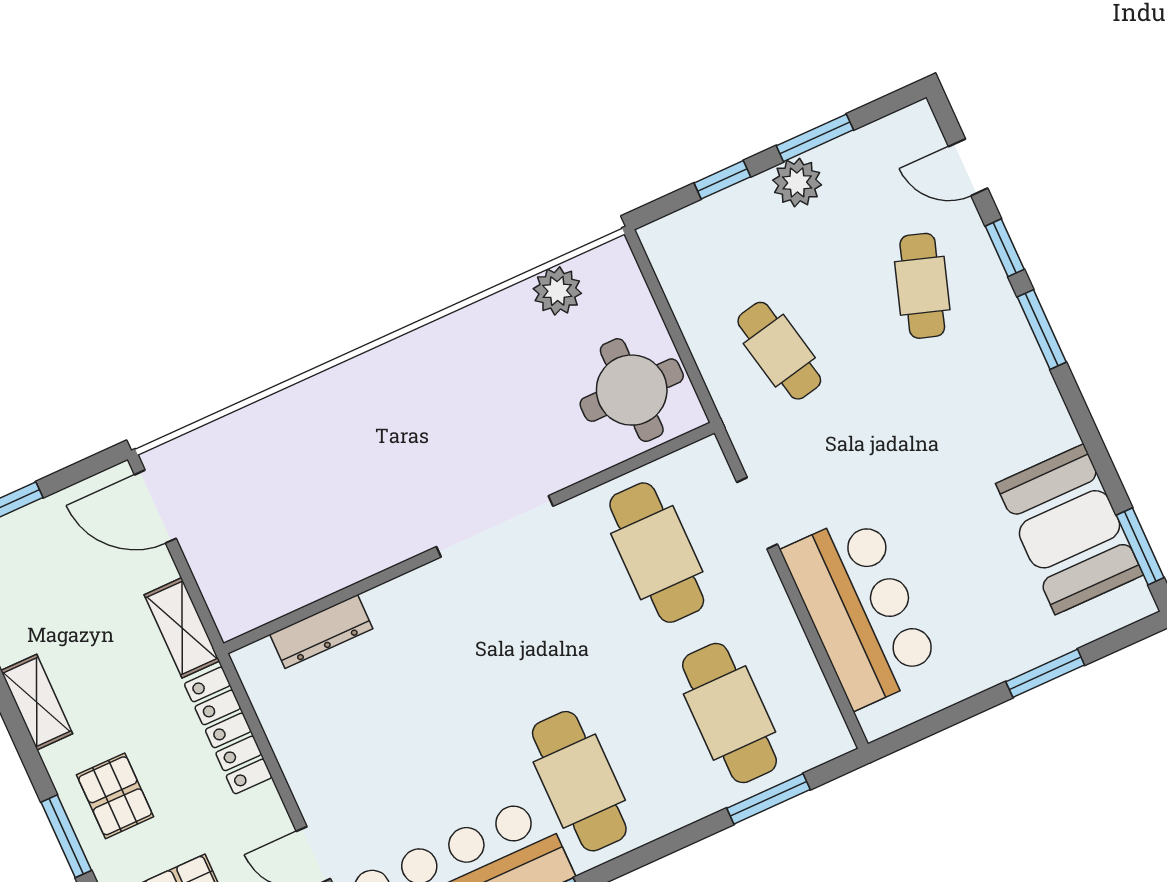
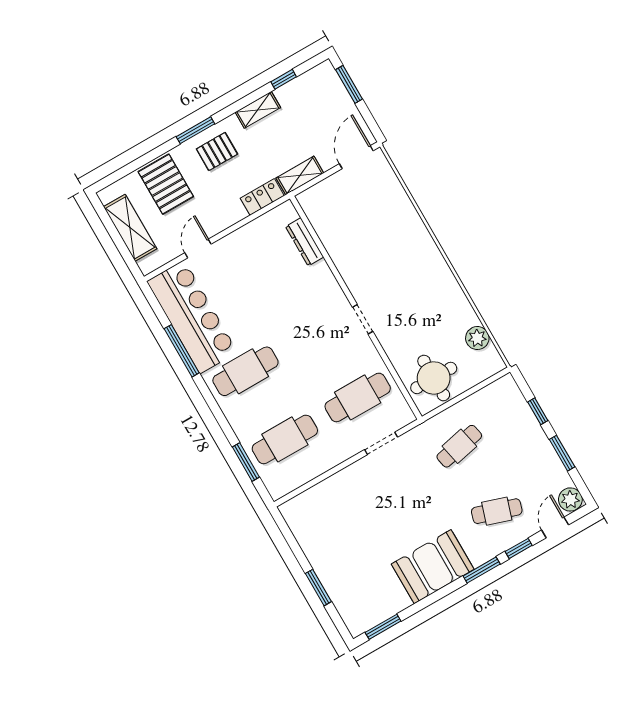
plant: (797, 182) -> (570, 499), moved
doorway: (495, 526) -> (363, 319), width x0.53
booth: (1070, 529) -> (433, 567), moved
bar counter: (861, 610) -> (340, 497), removed
locker: (228, 730) -> (262, 197), width x0.66

